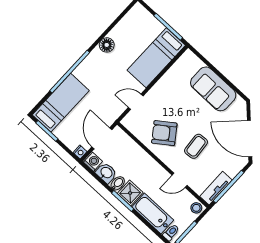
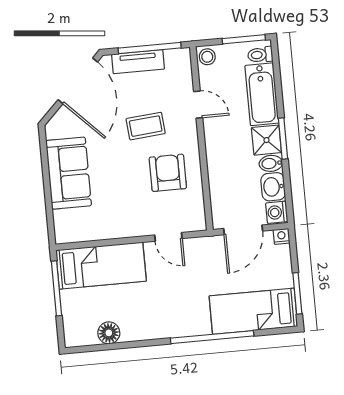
floor lamp: (107, 45) -> (109, 333), moved
armchair: (164, 133) -> (168, 173), turned -144
tv unit: (216, 188) -> (138, 62), moved

